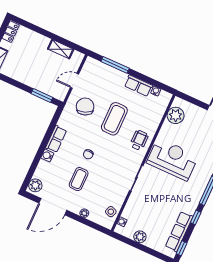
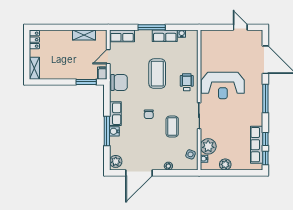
window: (115, 65) -> (152, 27), moved
row of seats: (97, 67) -> (122, 36), added
filing cabinet: (62, 94) -> (102, 73), added
chair: (85, 107) -> (119, 82), moved, turned 112
plant: (176, 115) -> (208, 146), moved
window: (40, 152) -> (107, 131), added
reception desk: (173, 159) -> (223, 85), turned 180
coffee table: (79, 179) -> (172, 127), moved
window: (196, 218) -> (265, 139), moved

